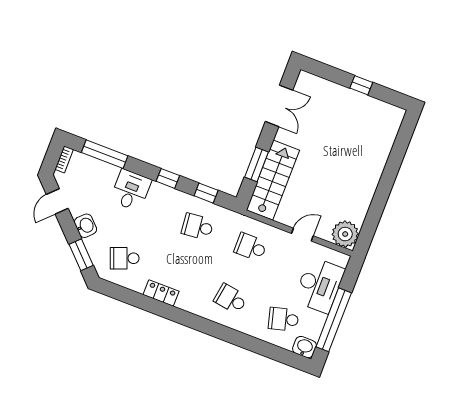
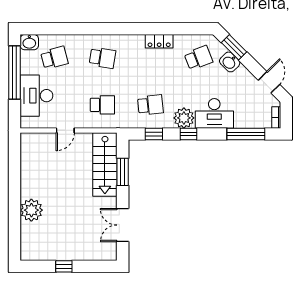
desk: (131, 190) -> (214, 113), width x1.37
plant: (166, 198) -> (184, 118), added
washbasin: (85, 226) -> (230, 62), moved
plant: (345, 234) -> (31, 210), moved

